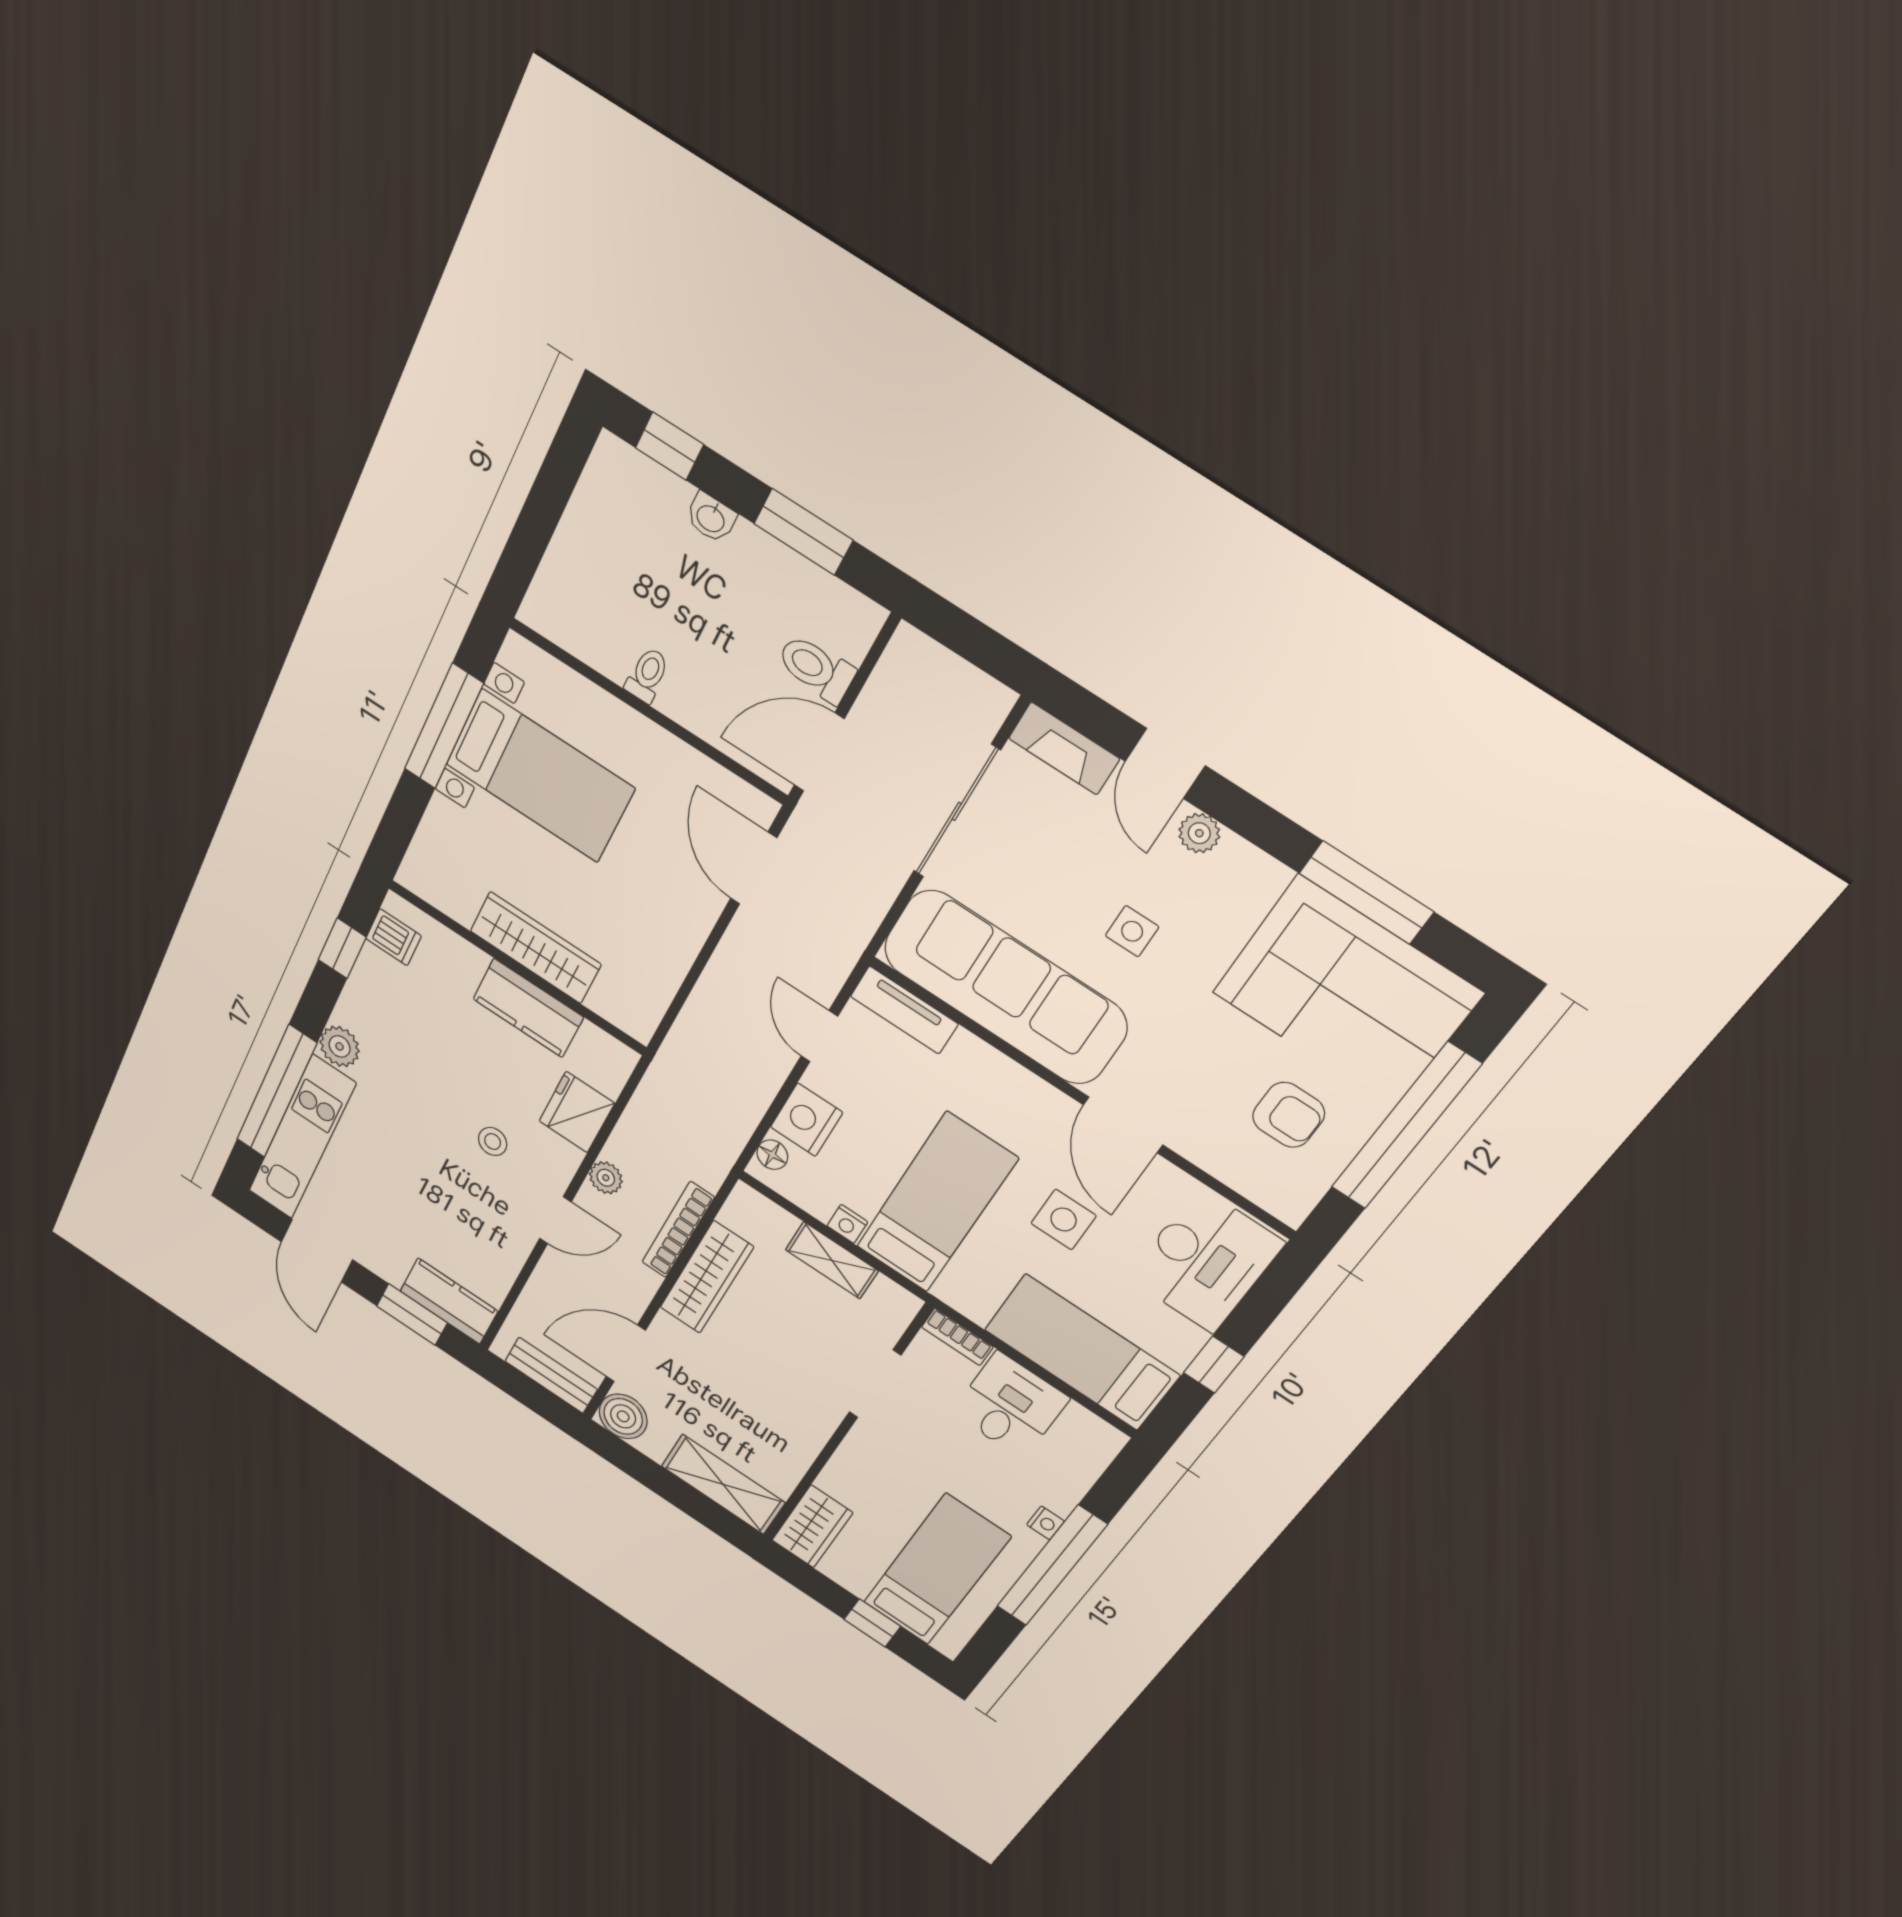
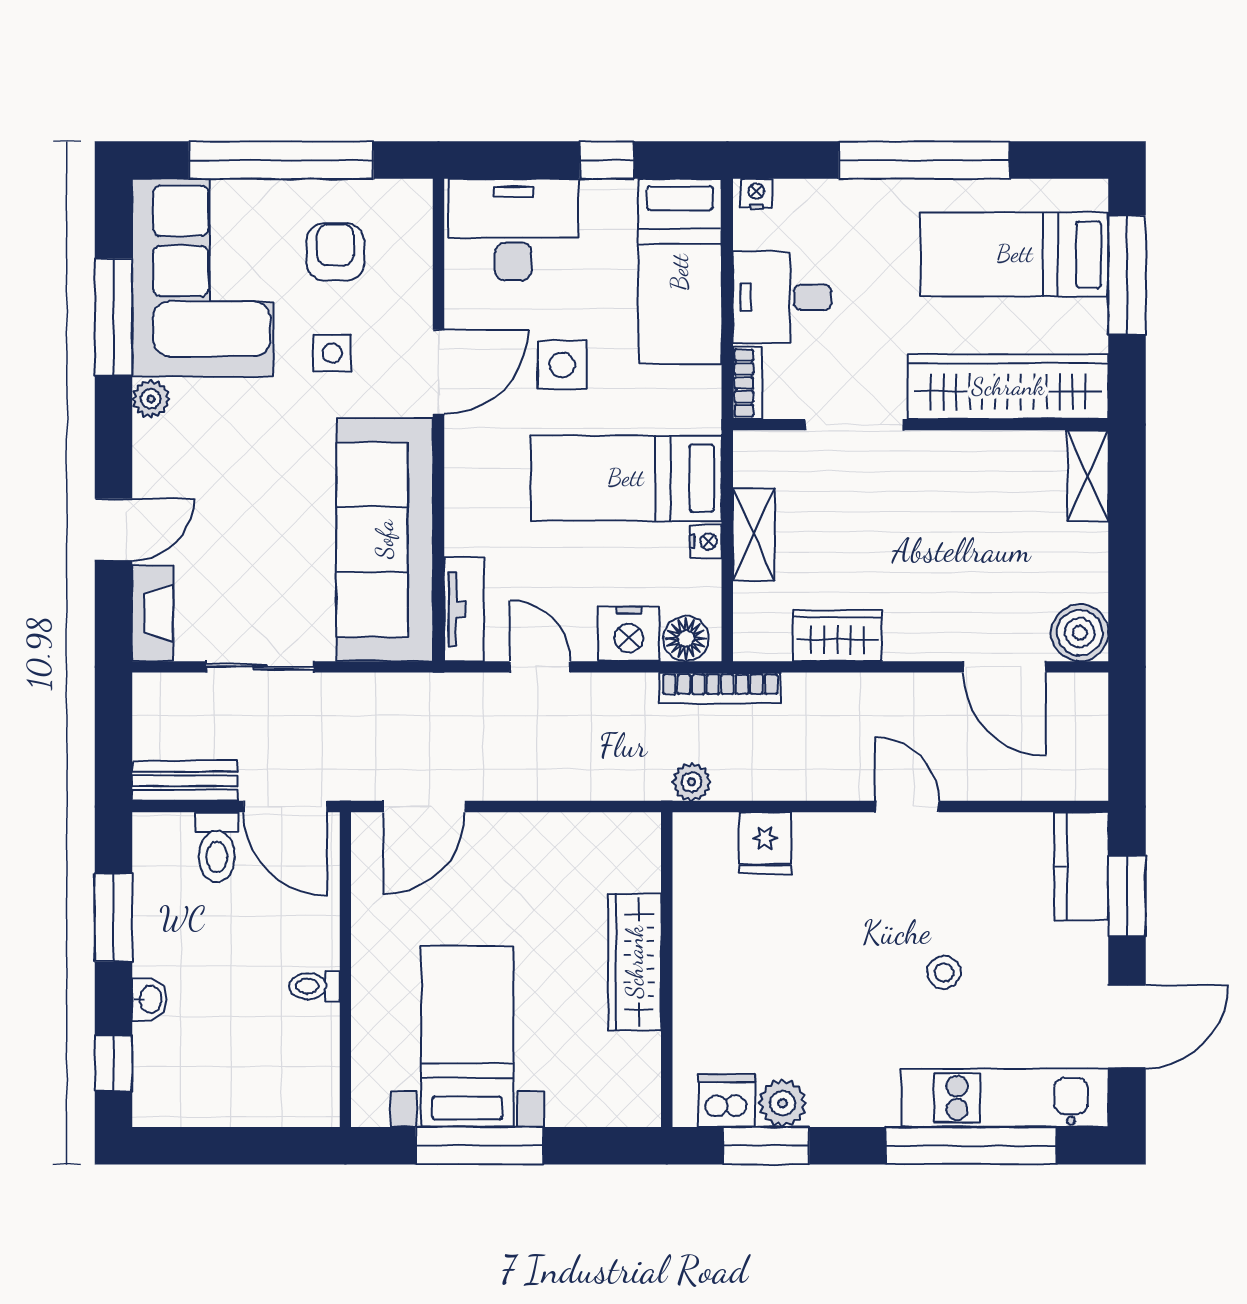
sliding door: (957, 811) -> (260, 667), width x0.73
plant: (1199, 833) -> (151, 399), moved
side table: (1132, 931) -> (332, 353), moved
dishwasher: (394, 937) -> (727, 1101), width x1.38
window: (342, 948) -> (766, 1146), width x1.50
kitchen counter: (528, 1008) -> (700, 940), removed
door: (819, 1036) -> (540, 667), swing flipped
plant: (340, 1046) -> (783, 1103), moved
fridge: (577, 1112) -> (765, 843), width x0.72
stool: (493, 1142) -> (944, 972), moved
floor lamp: (772, 1155) -> (686, 639), width x1.37, depth x1.37
plant: (606, 1178) -> (692, 782), moved
bookcase: (678, 1230) -> (720, 688), moved
wardrobe: (707, 1277) -> (837, 636), width x0.67
bench: (551, 1375) -> (185, 781), moved, turned 90
shelving: (723, 1484) -> (1088, 476), width x0.67, depth x0.75
nightstand: (1045, 1523) -> (757, 193), moved
wardrobe: (812, 1527) -> (1008, 387), width x2.10, depth x1.17
window: (872, 1623) -> (1127, 275), width x2.17

